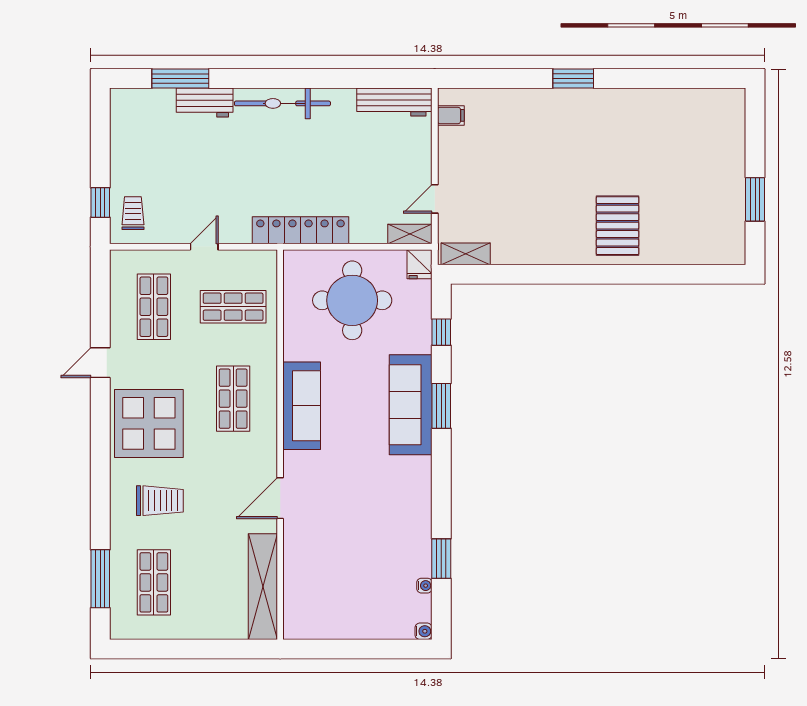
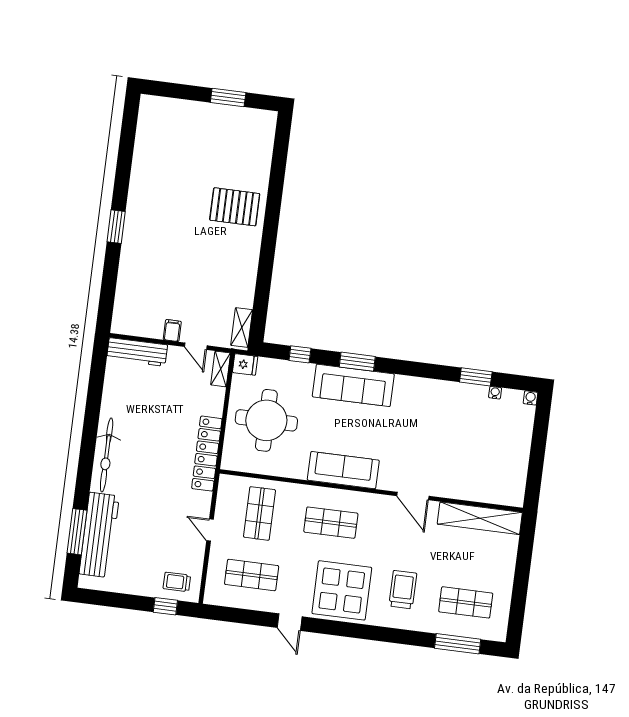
workbench: (205, 102) -> (99, 535), width x1.88, depth x1.32
workbench: (394, 102) -> (137, 352), moved, turned 90
filing cabinet: (451, 115) -> (172, 330), moved

